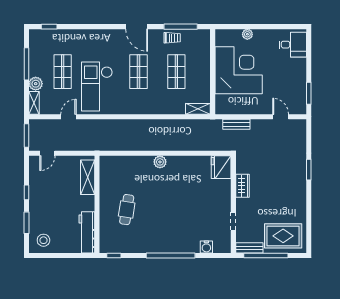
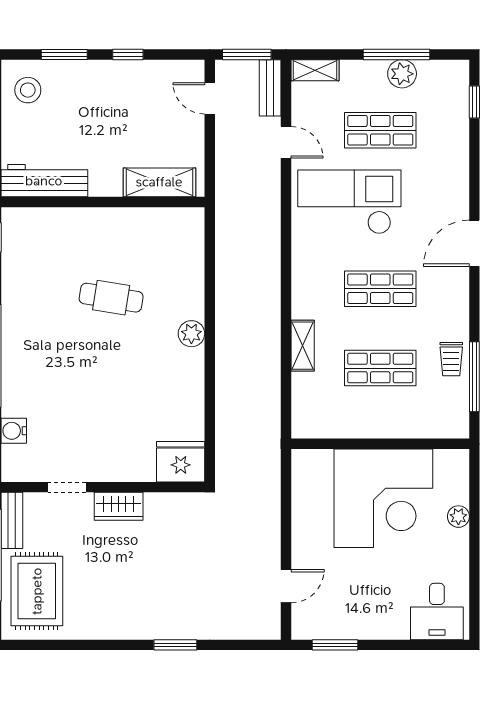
door: (137, 27) -> (474, 243), moved
plant: (36, 84) -> (402, 74), moved
shelving: (198, 109) -> (303, 346), moved
bench: (236, 124) -> (270, 88), moved
wardrobe: (242, 186) -> (119, 506), moved
cafe table: (127, 210) -> (111, 298), moved

